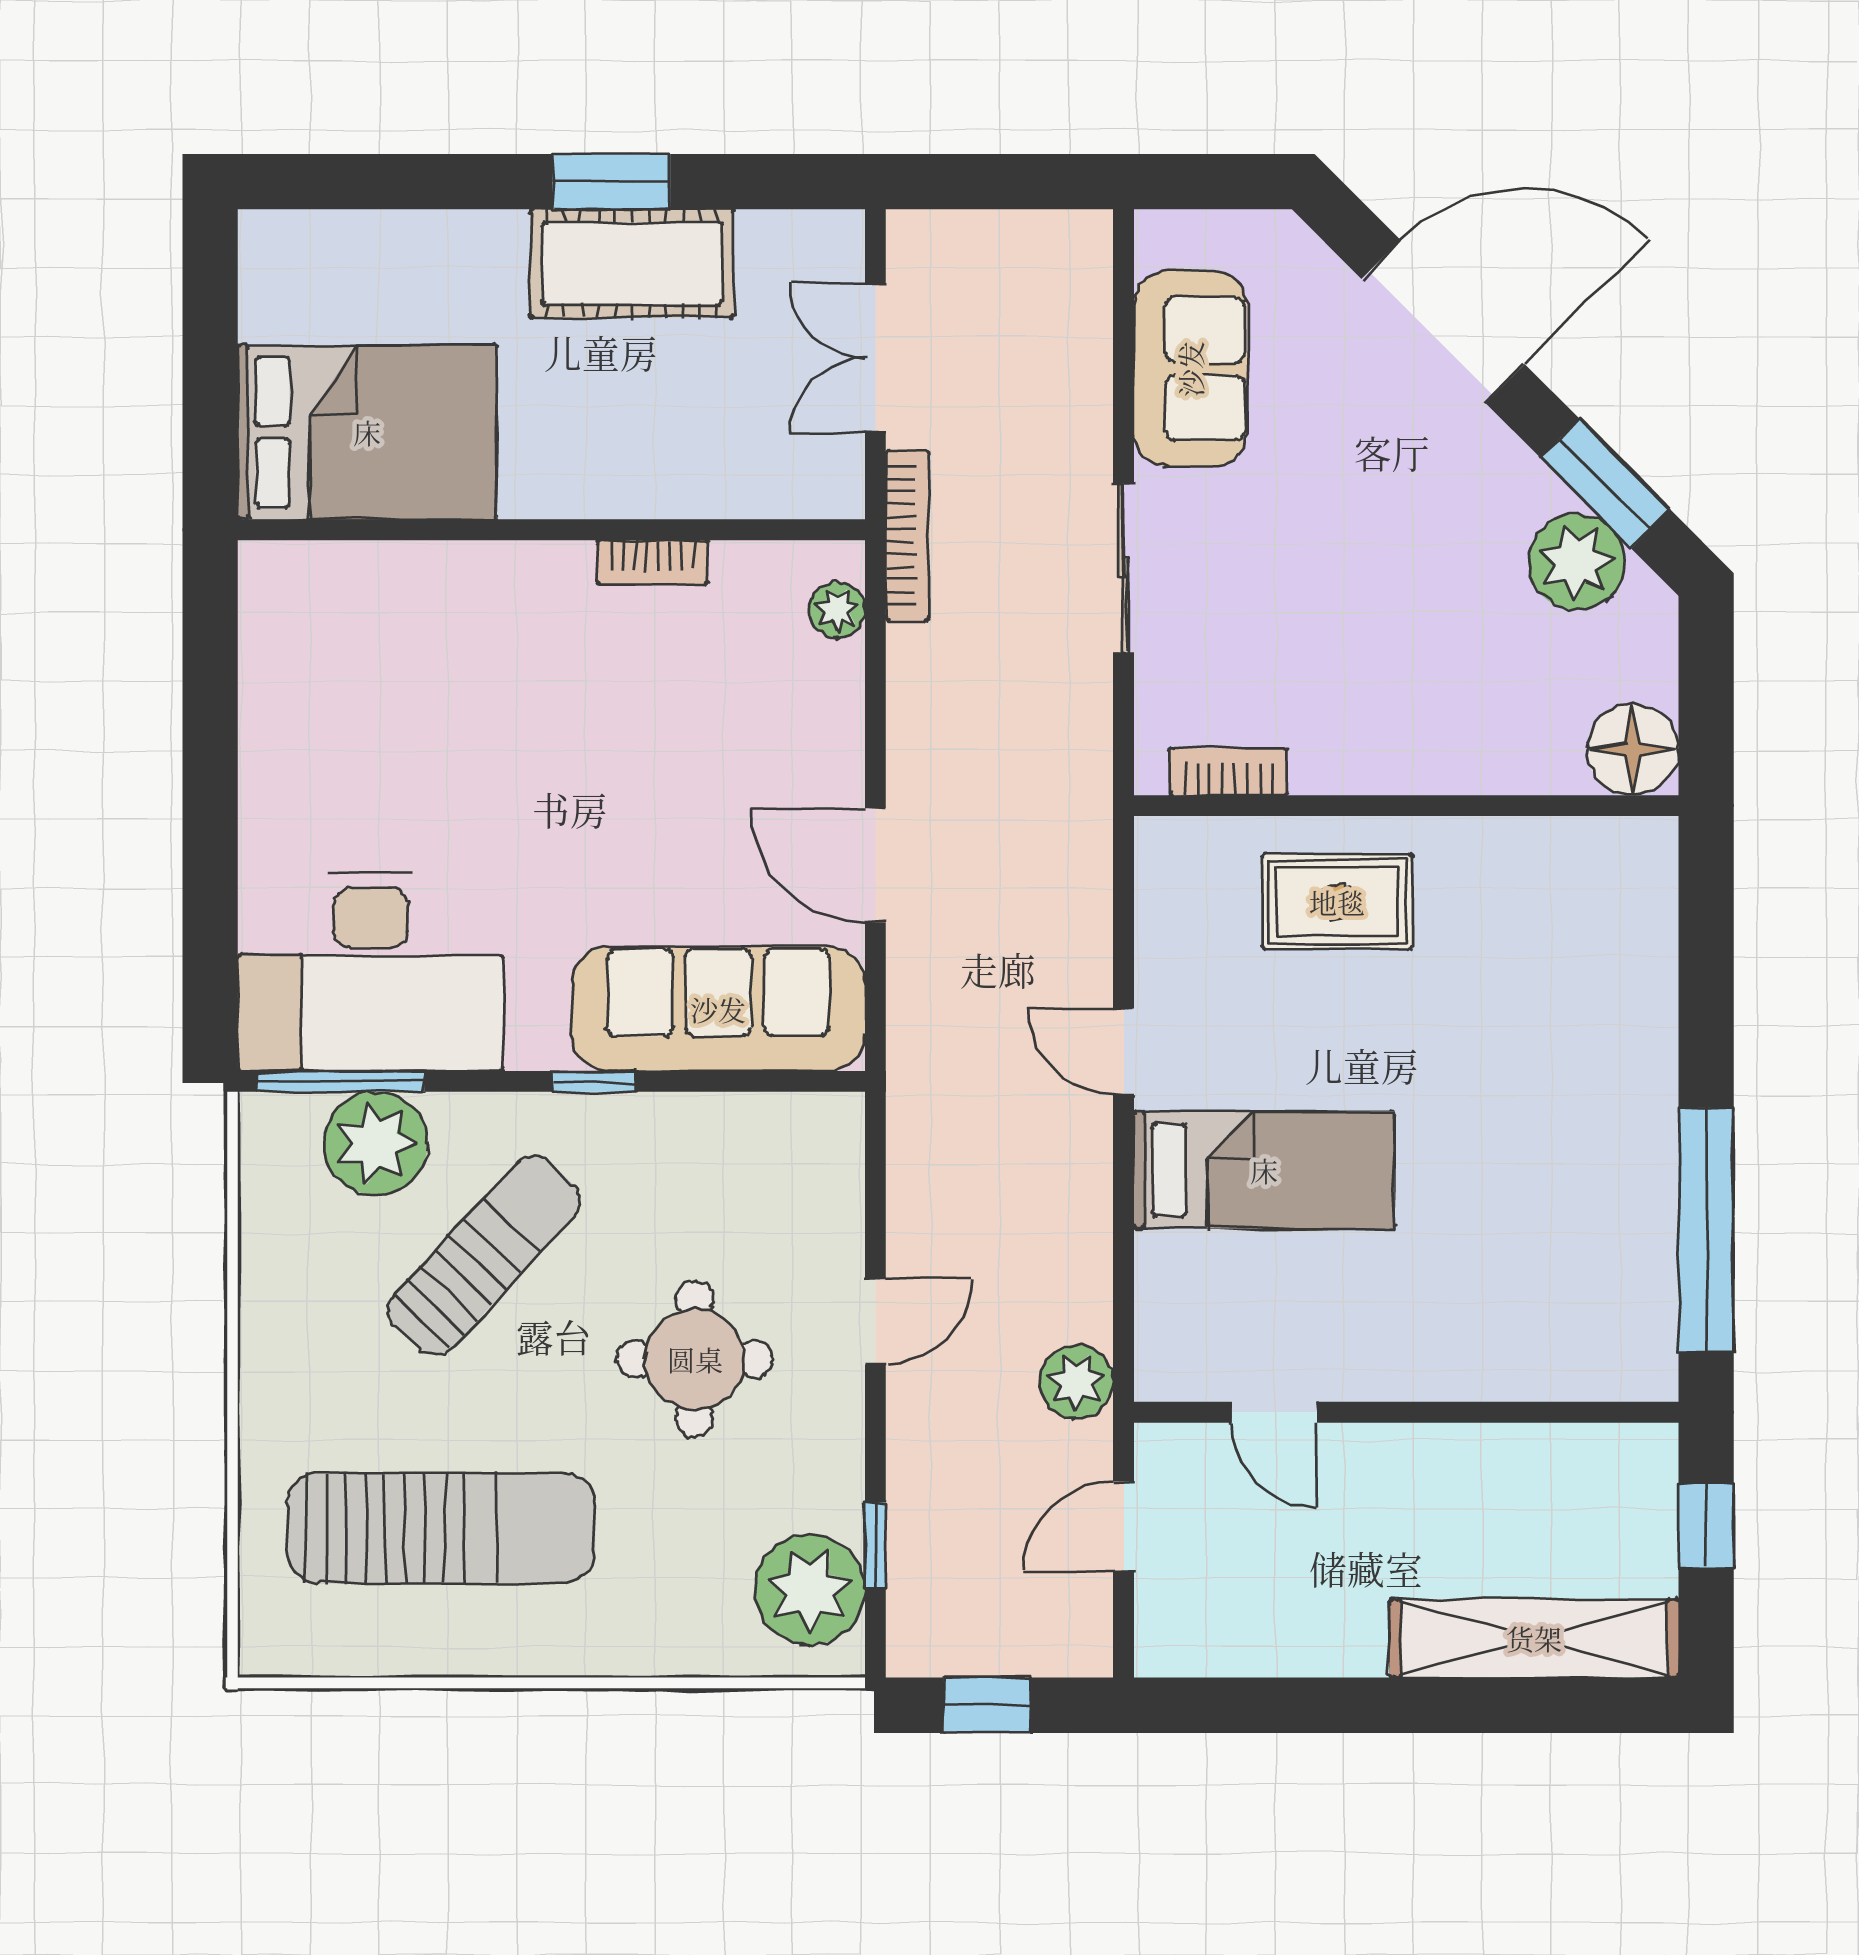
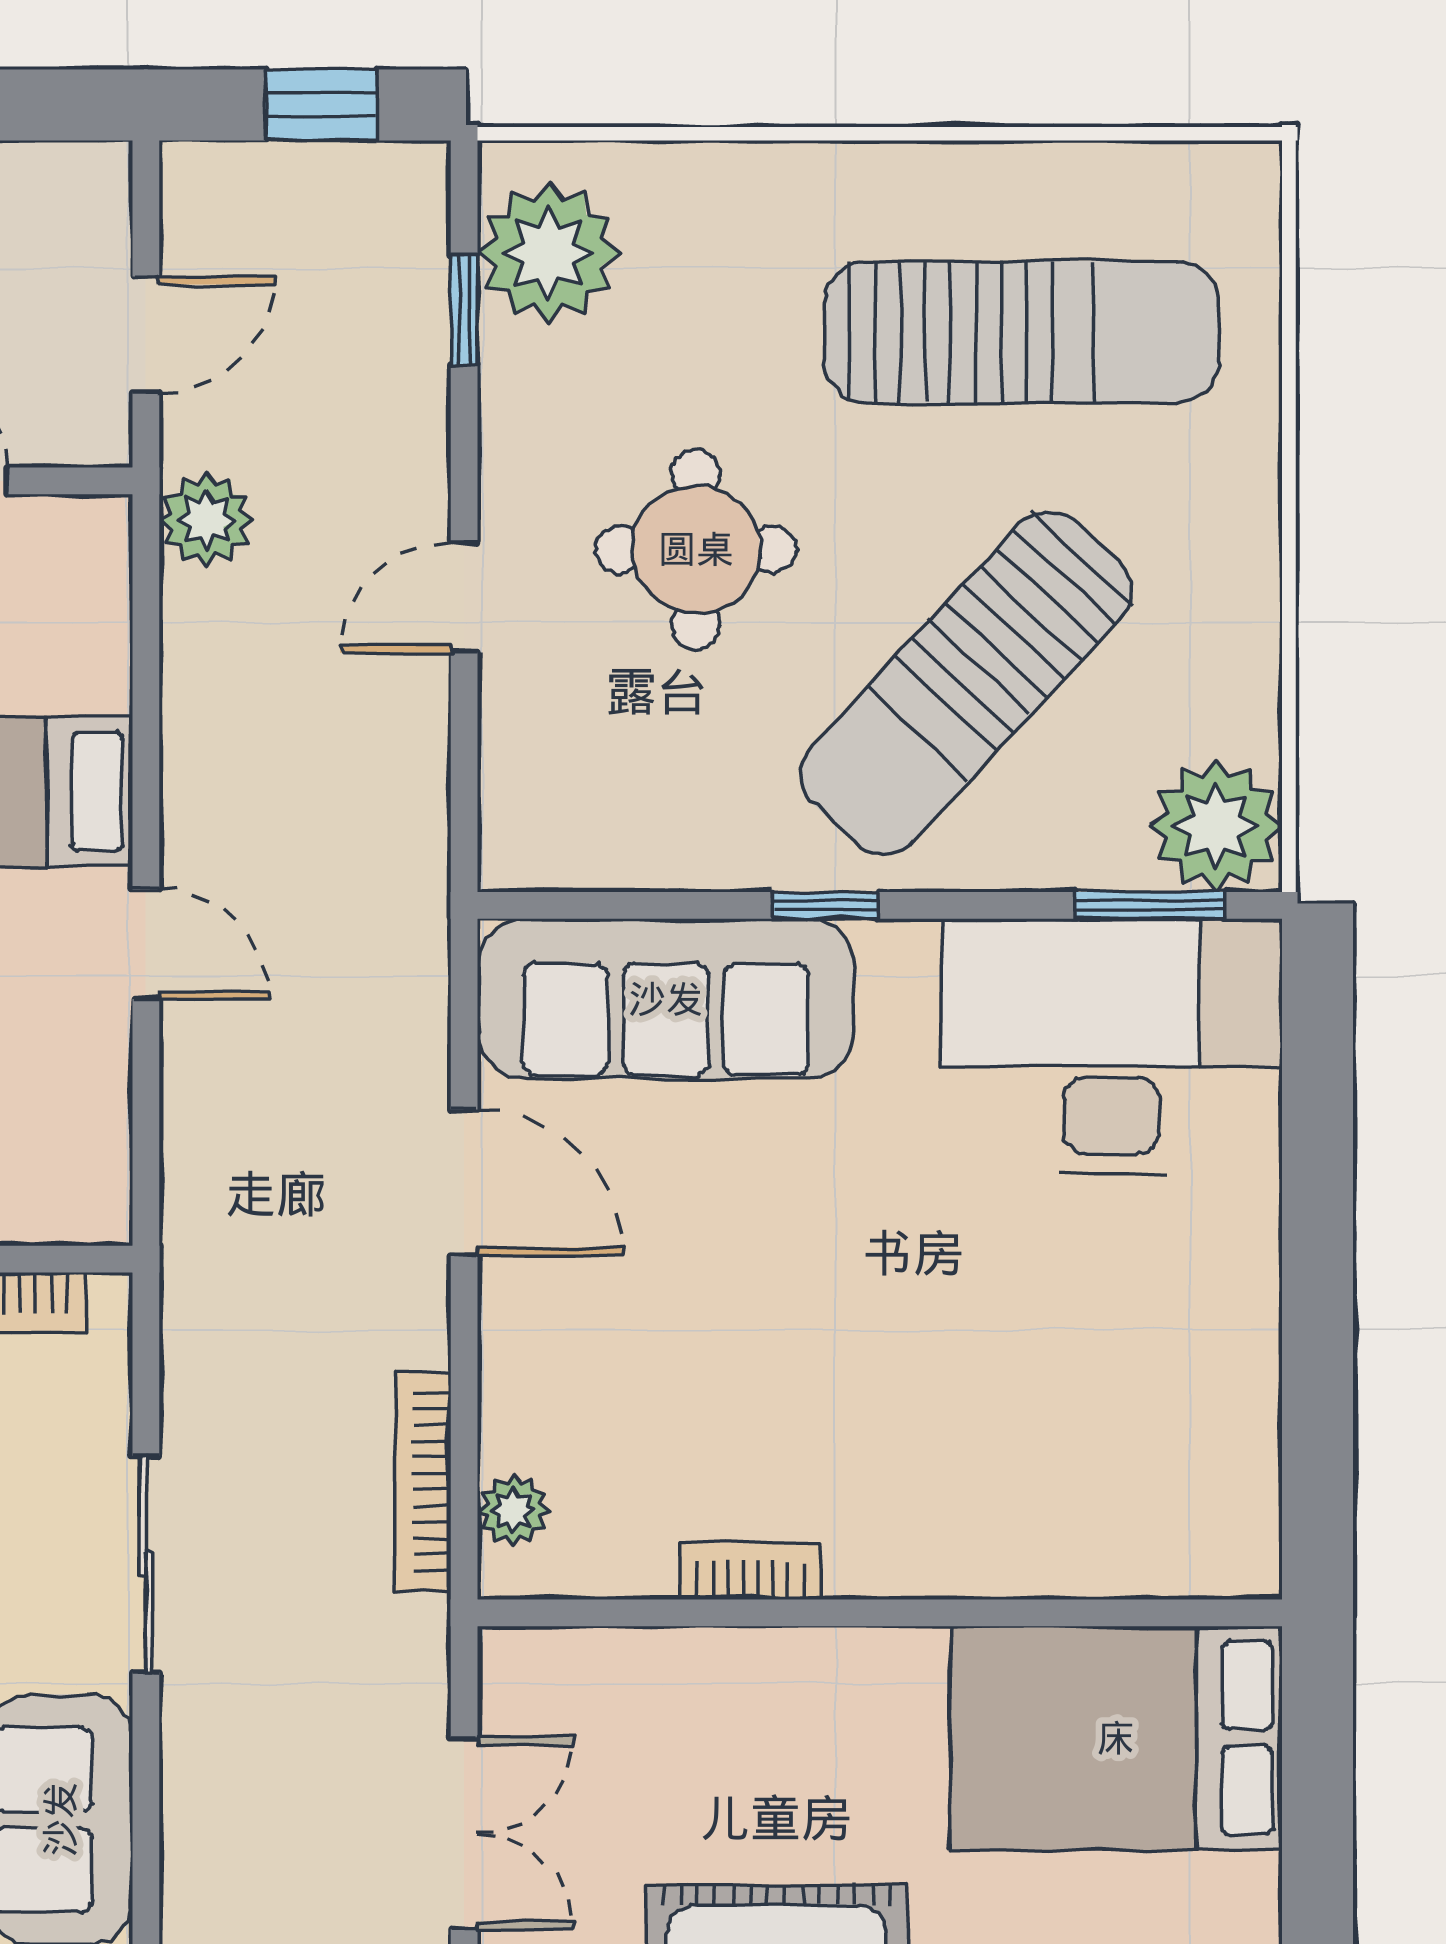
bookcase: (908, 536) -> (423, 1481), moved
window: (341, 1081) -> (1150, 905), width x0.69
plant: (376, 1143) -> (1216, 826), moved
sun lounger: (484, 1255) -> (966, 683), width x1.36, depth x1.34
sun lounger: (441, 1528) -> (1021, 332), turned 180

